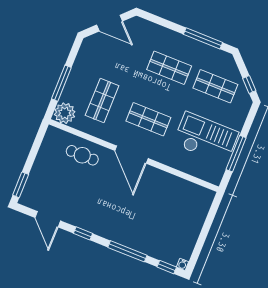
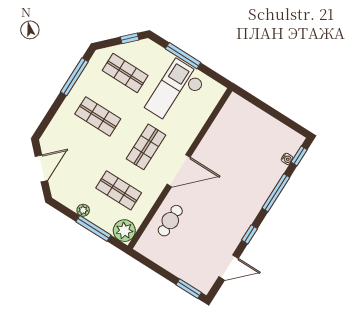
shop shelf: (169, 68) -> (98, 116), turned 90
plant: (77, 70) -> (83, 210), added
shop shelf: (215, 86) -> (125, 73), turned 90
window: (236, 154) -> (183, 56), moved
water cooler: (182, 264) -> (287, 159), moved

